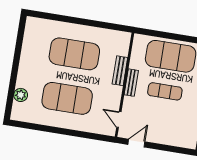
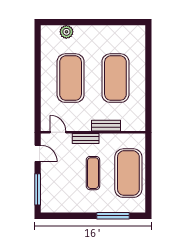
bench: (131, 83) -> (86, 139), moved
door: (119, 119) -> (58, 132), hinge flipped
window: (172, 149) -> (38, 189), added

